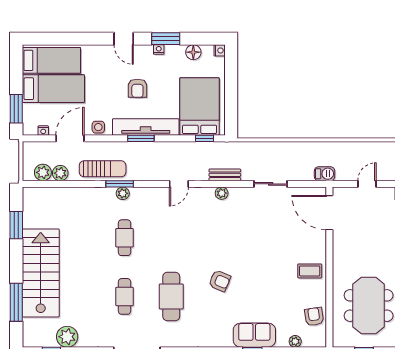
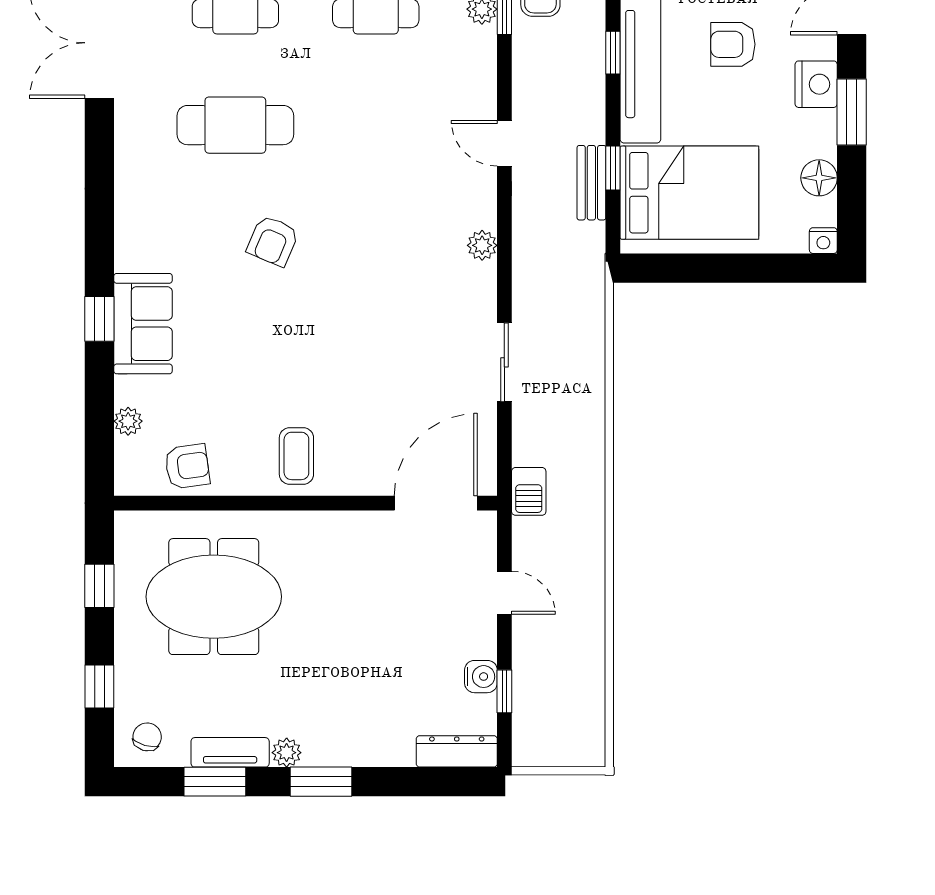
nightstand: (159, 50) -> (816, 84), width x1.89, depth x1.79
window: (141, 138) -> (613, 53), width x0.67
window: (205, 138) -> (613, 168), moved
bench: (225, 175) -> (591, 183), moved

